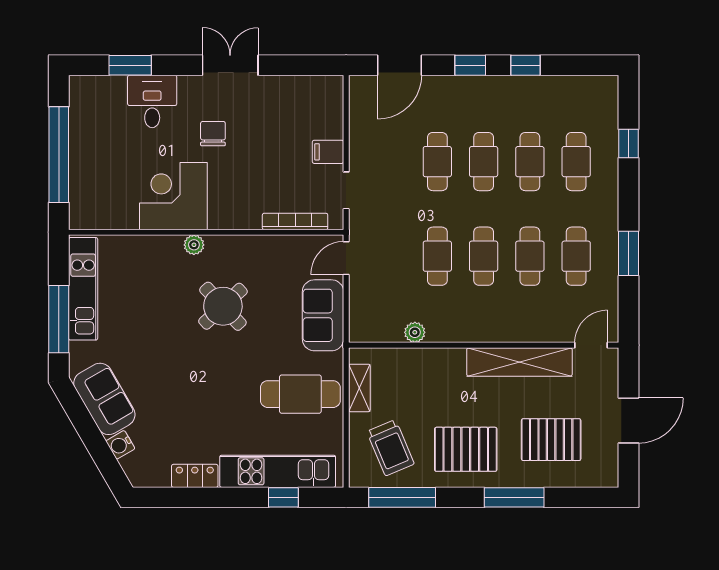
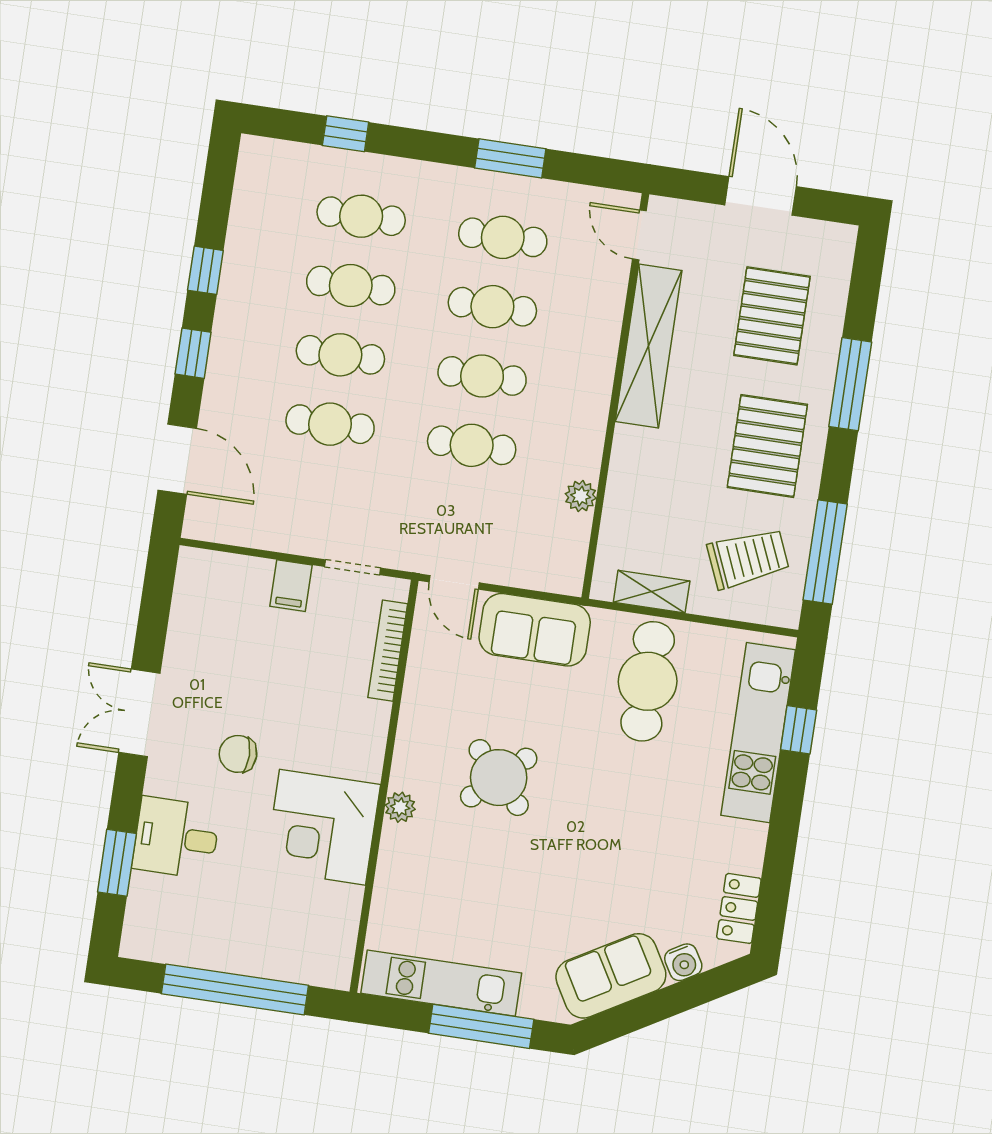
locker: (195, 476) -> (739, 908), moved

